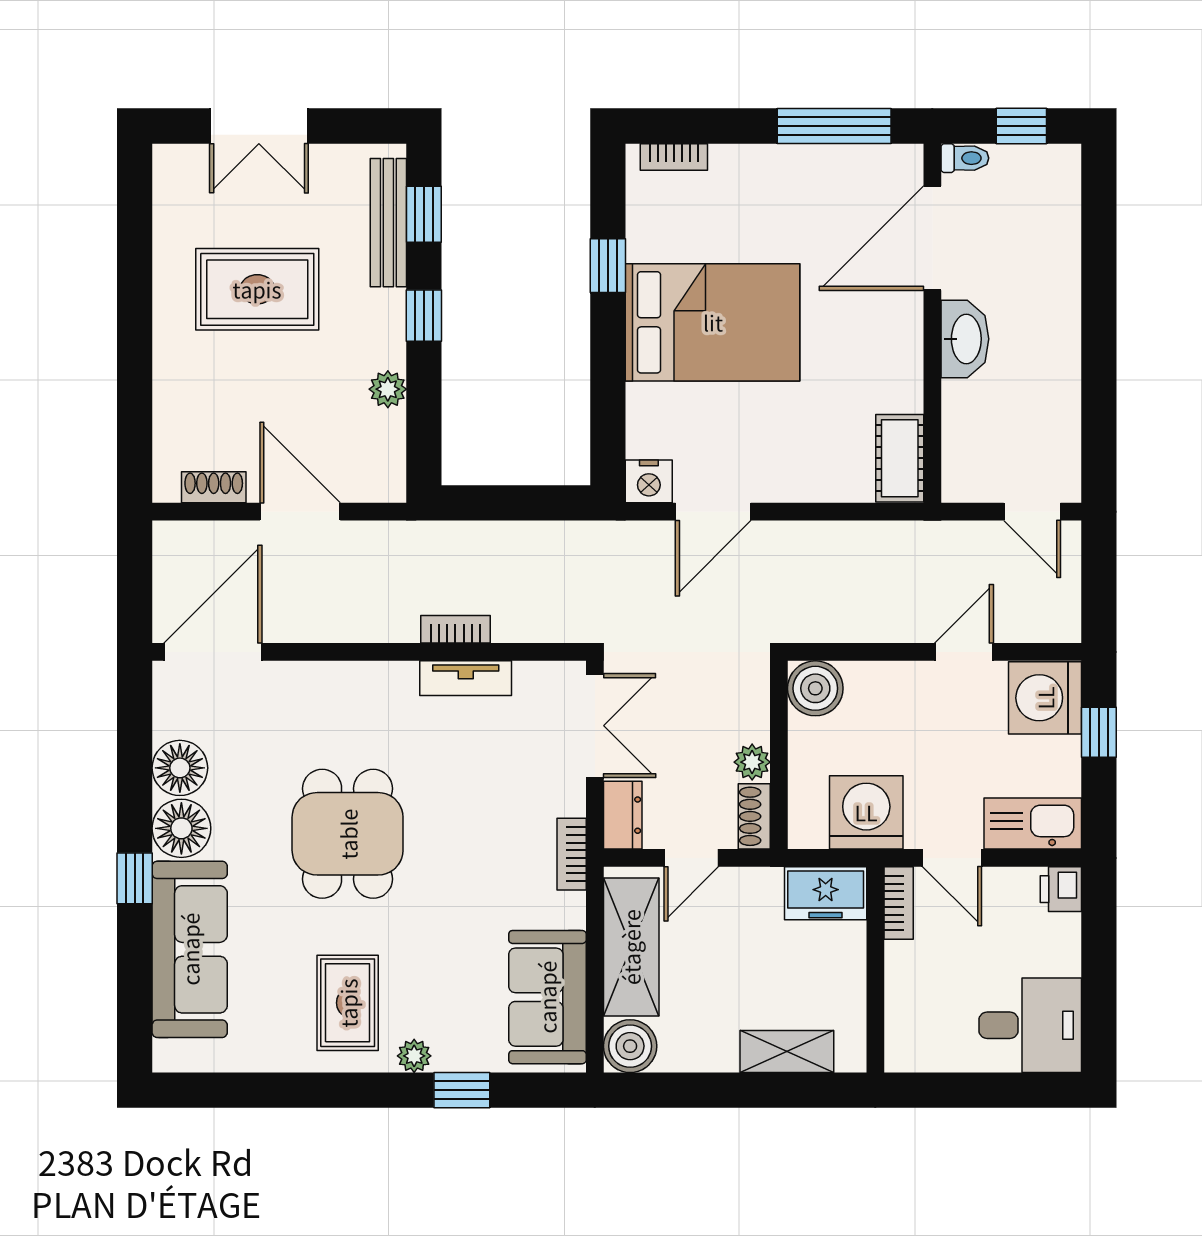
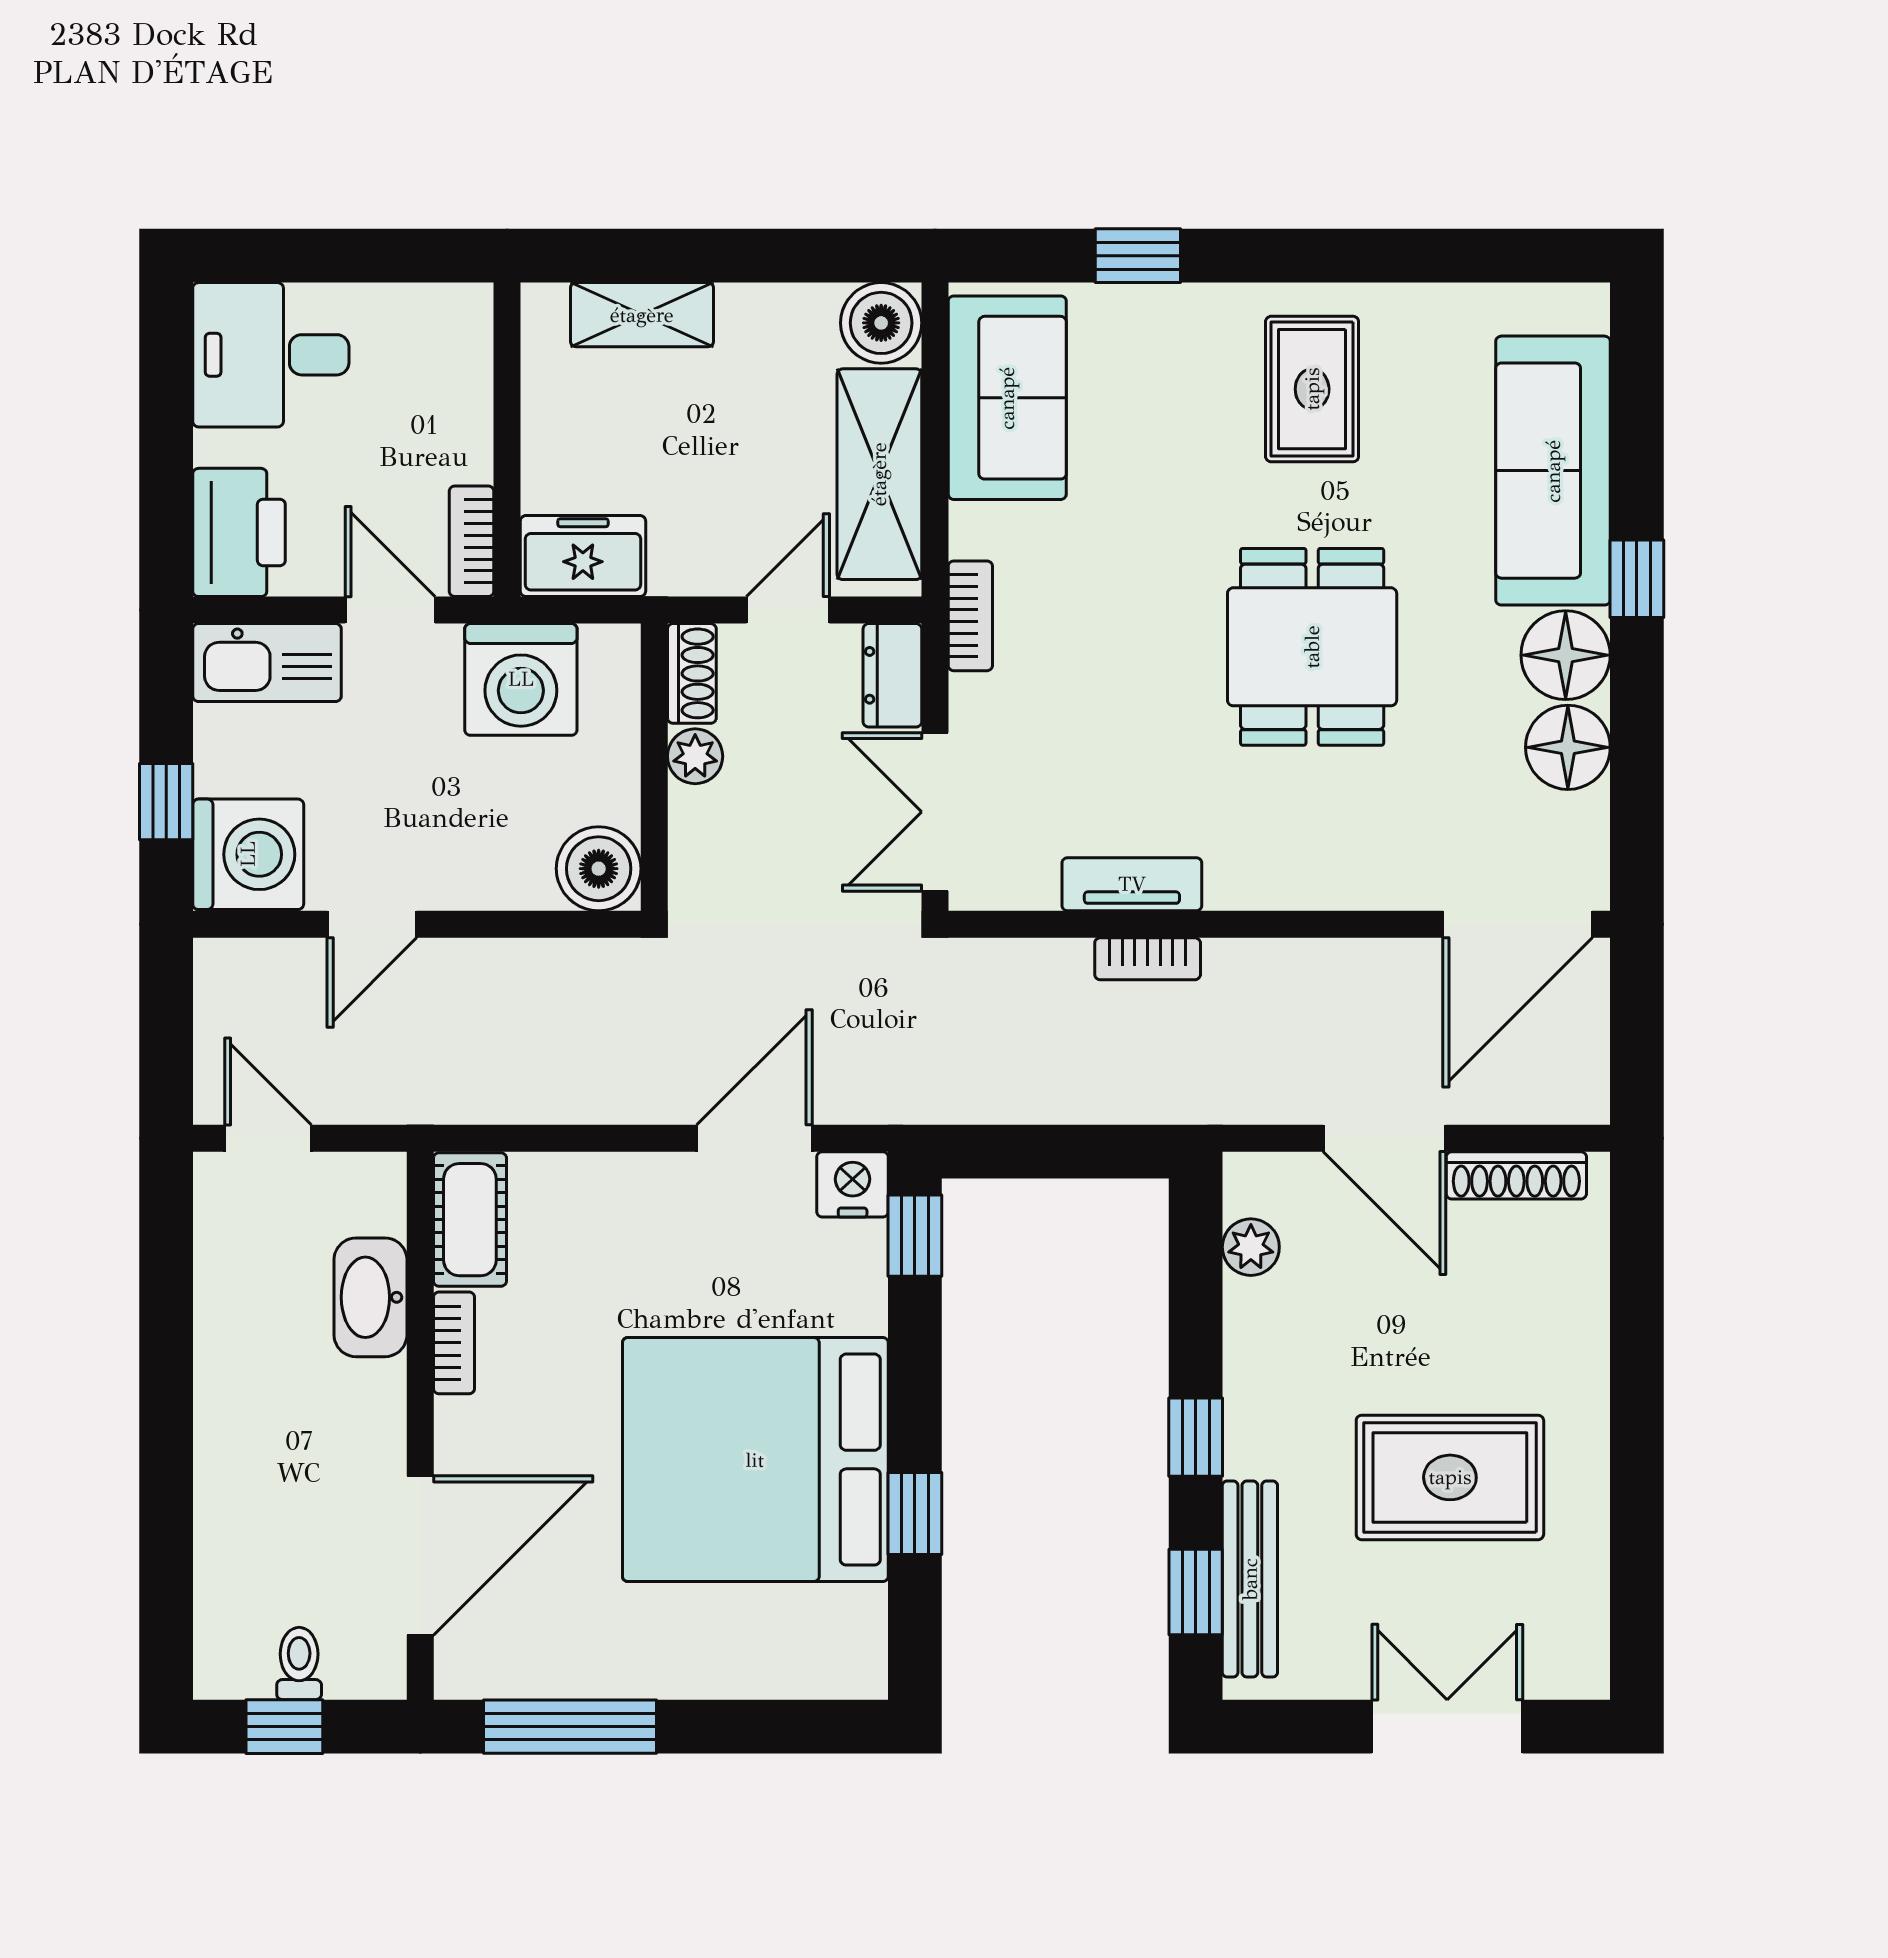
bookcase: (674, 157) -> (454, 1343), moved, turned 90
toilet: (965, 158) -> (299, 1664), moved, turned 90
bed: (713, 322) -> (755, 1460), width x1.36
washbasin: (965, 339) -> (370, 1297), moved
plant: (388, 389) -> (1251, 1247), moved
window: (608, 448) -> (915, 1236), added
shoe rack: (214, 487) -> (1516, 1175), width x1.43
printer: (1061, 889) -> (239, 532), width x1.87, depth x1.48
plant: (414, 1056) -> (1211, 308), removed

